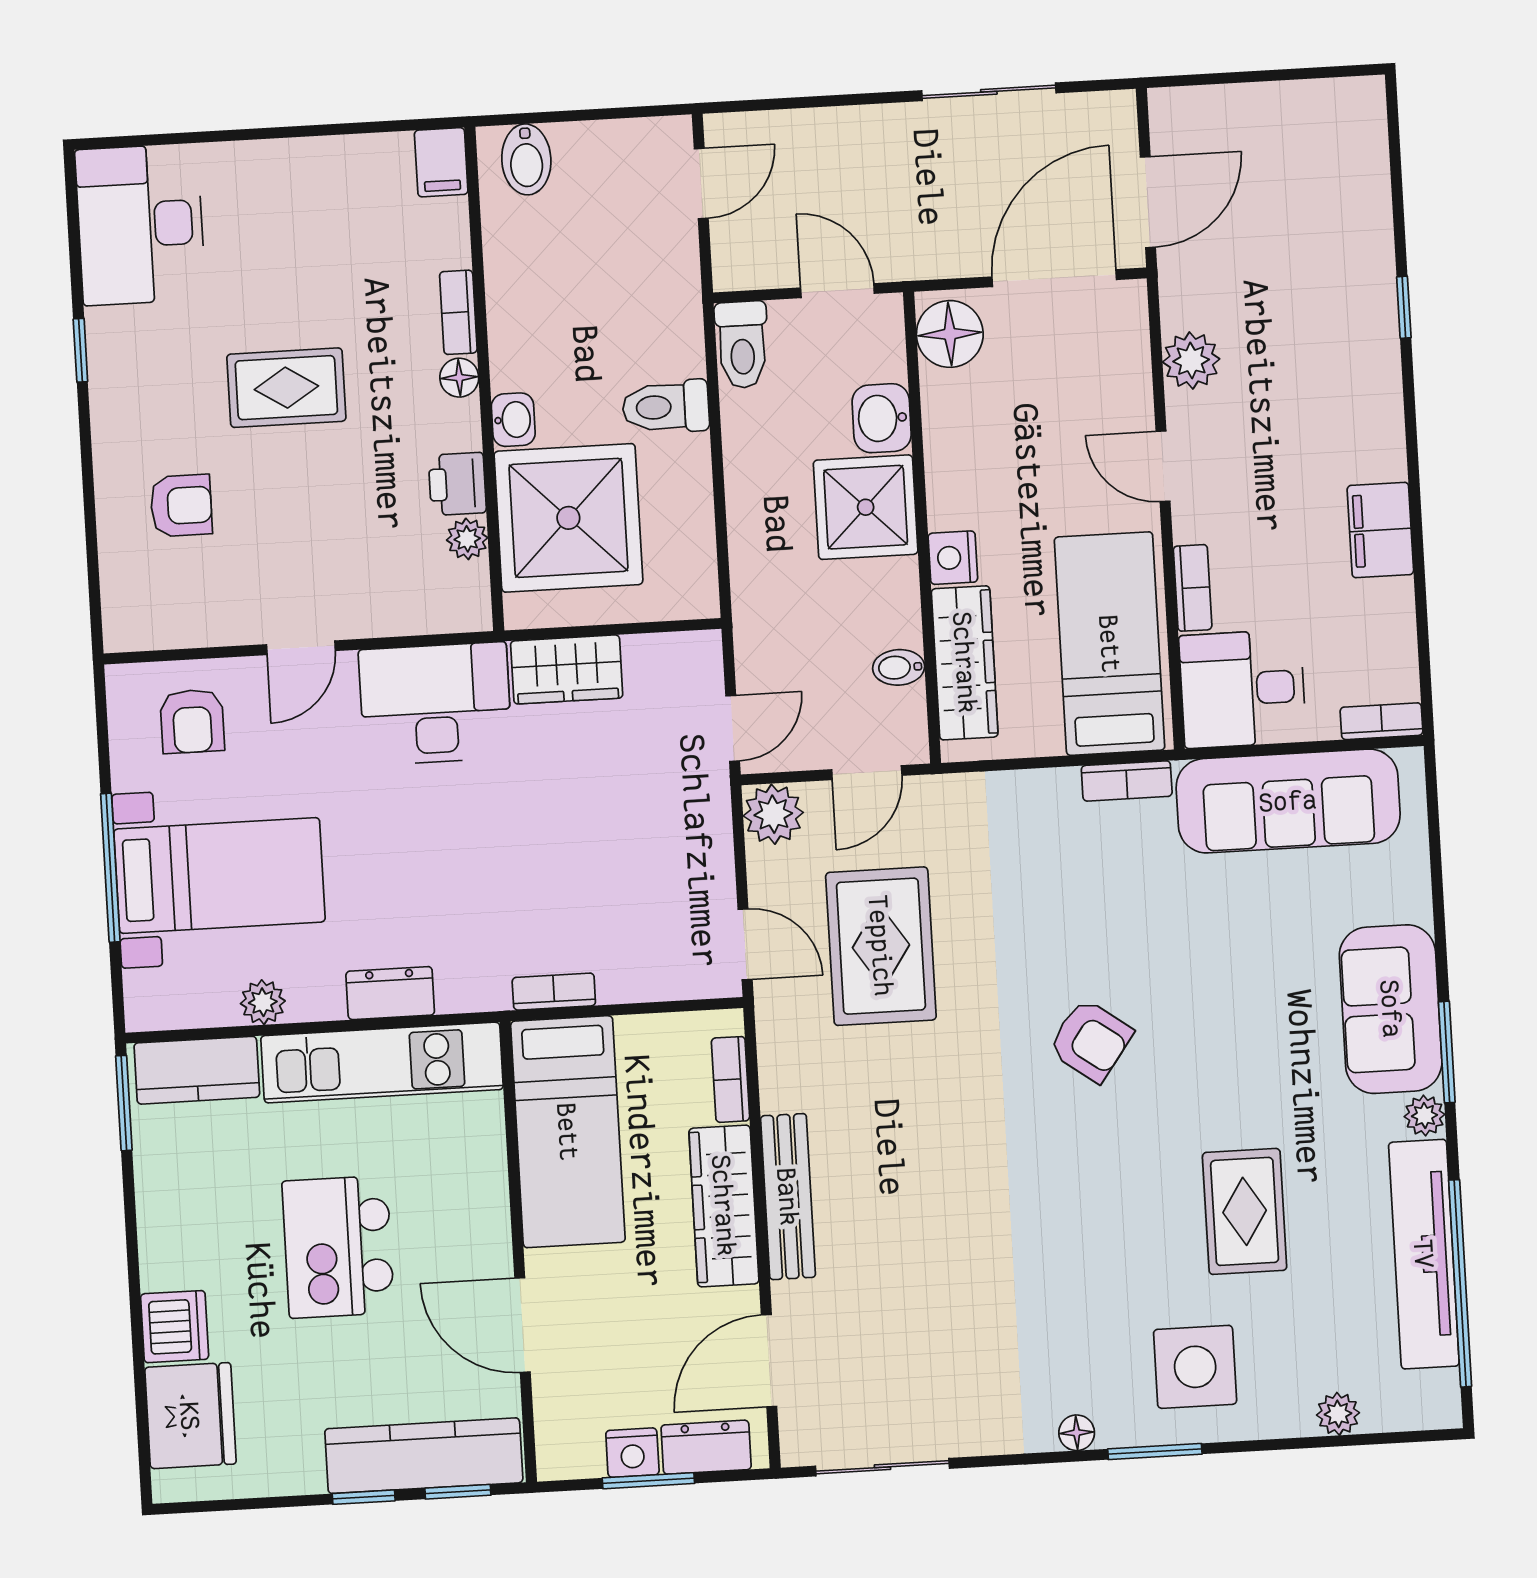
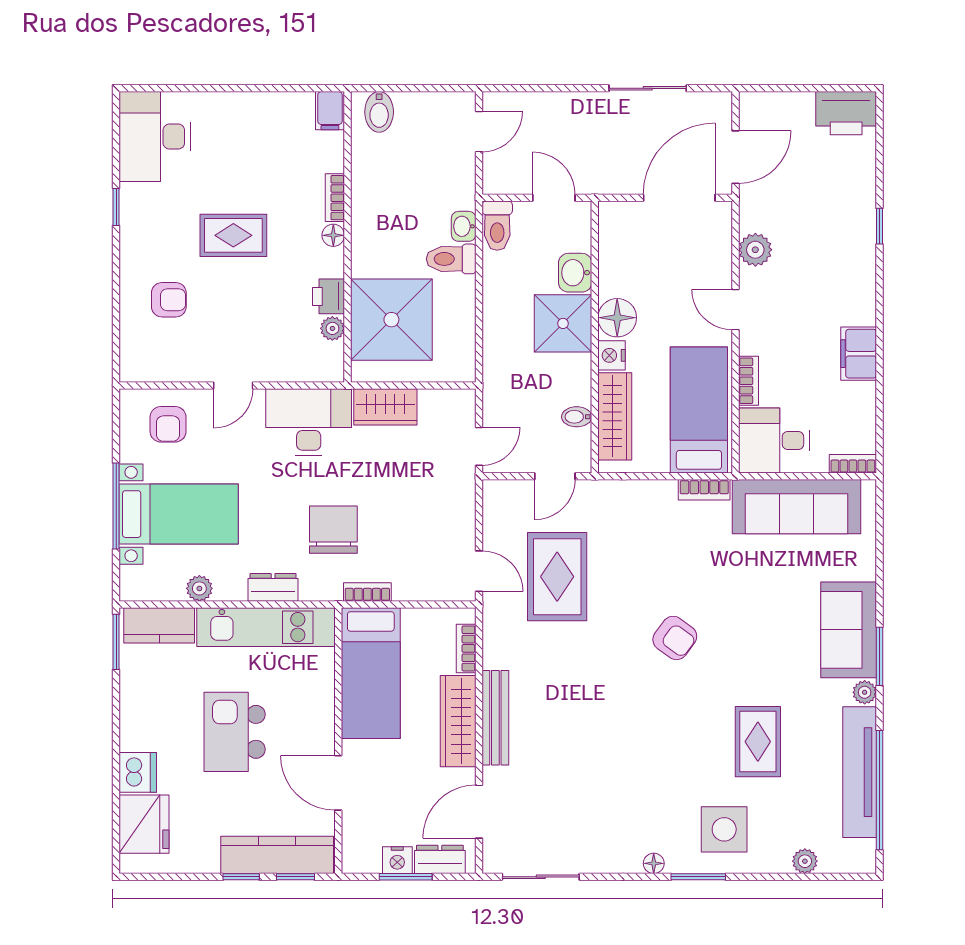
printer: (1335, 115) -> (846, 113), added
floor lamp: (950, 334) -> (617, 318), moved
washbasin: (513, 420) -> (464, 226), moved, turned 180
plant: (773, 814) -> (500, 497), removed
chair: (489, 887) -> (333, 530), added

